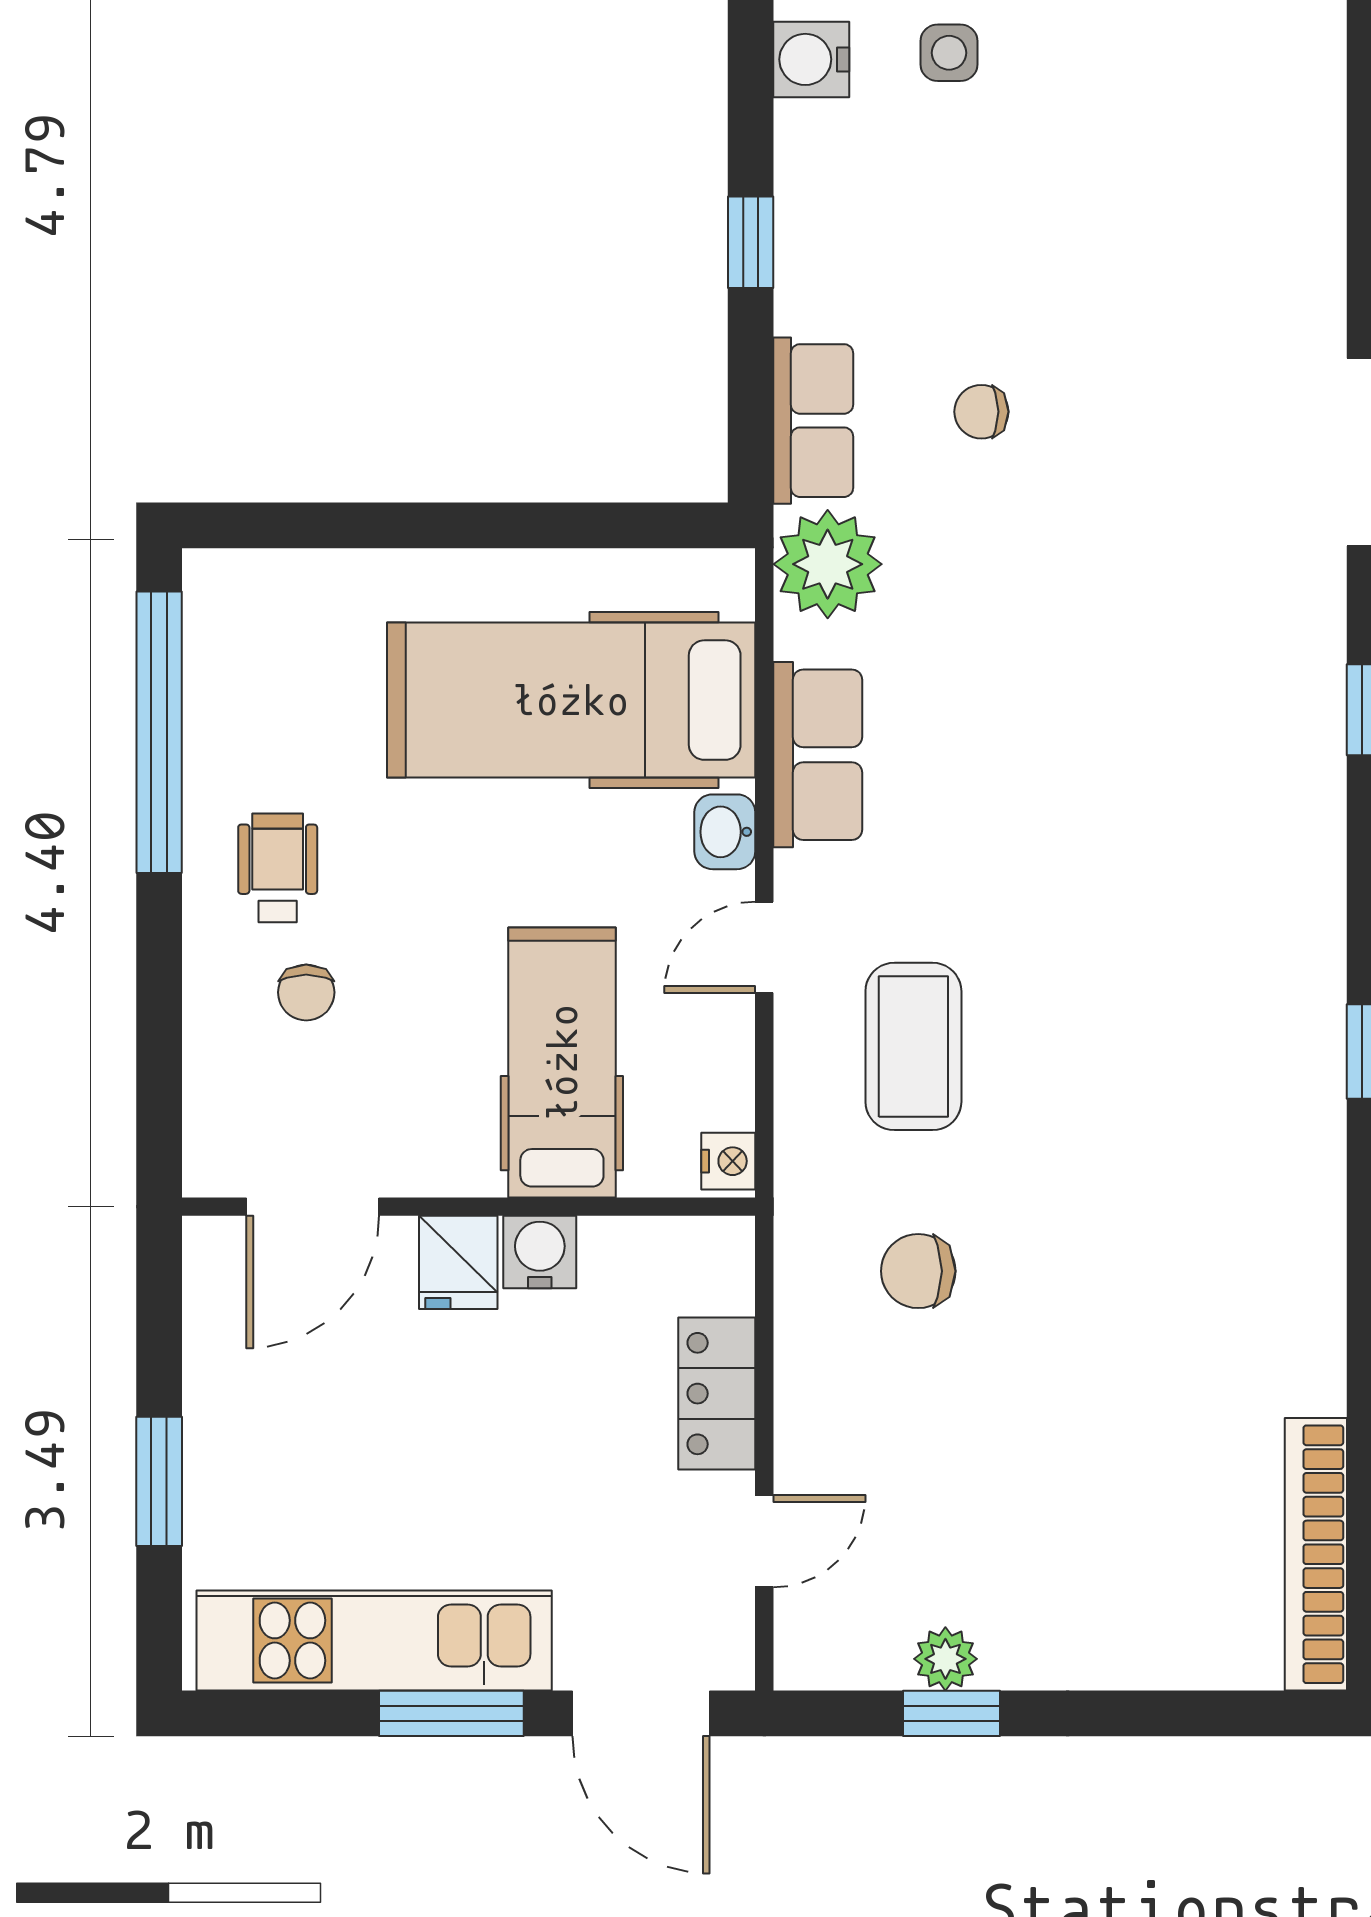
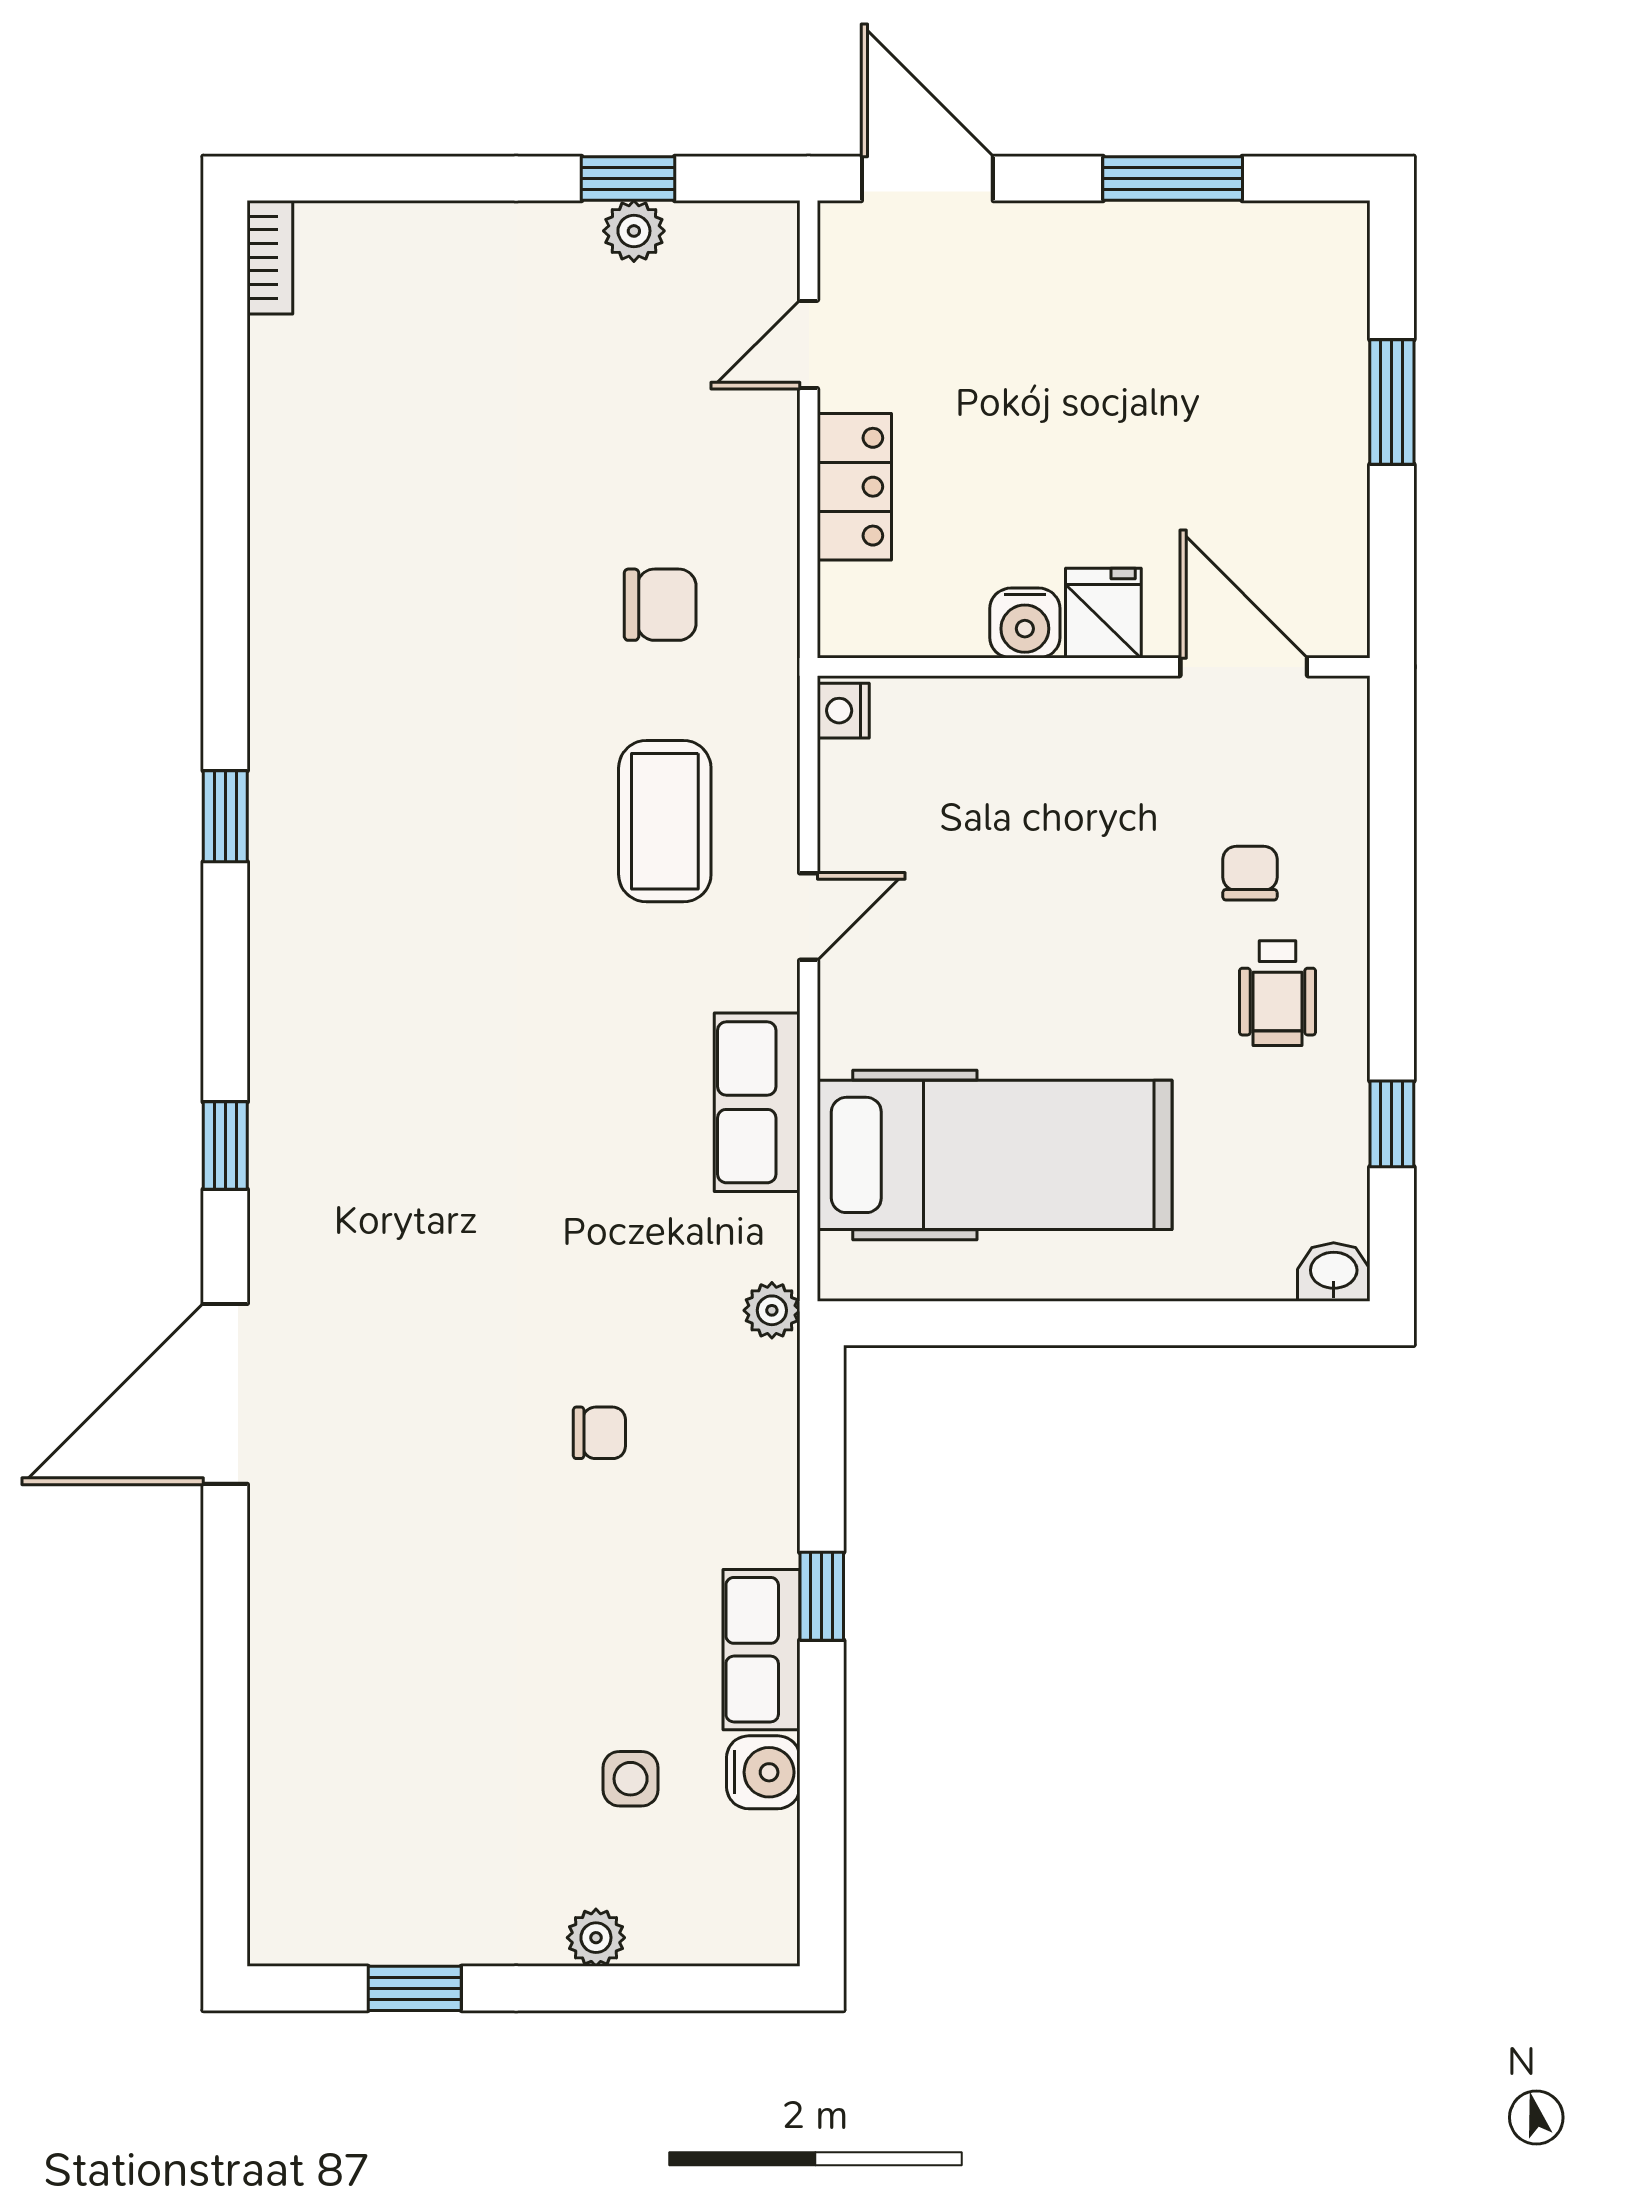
row of seats: (813, 421) -> (761, 1650), moved
plant: (828, 564) -> (772, 1310), width x0.53, depth x0.53
window: (159, 732) -> (1392, 1124), width x0.32
washbasin: (725, 832) -> (1334, 1272), moved, turned -90
hospital bed: (562, 1062) -> (1004, 806), removed
door: (313, 1207) -> (1244, 667), hinge flipped
bookcase: (1316, 1554) -> (270, 257), width x0.43, depth x0.76
kitchen unit: (374, 1640) -> (1185, 249), removed
window: (451, 1713) -> (1173, 179), moved

